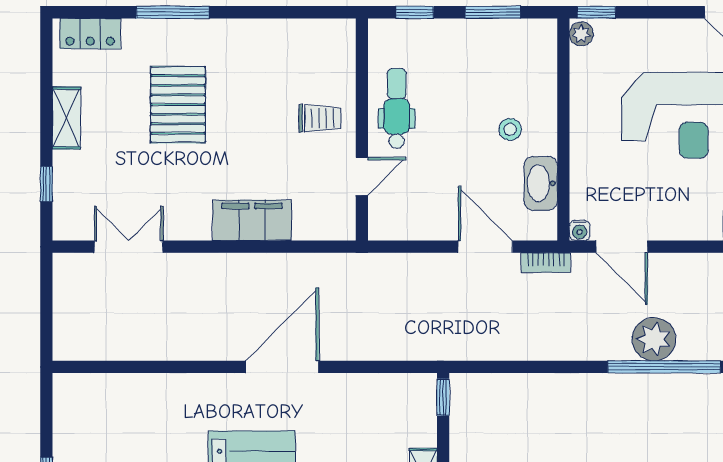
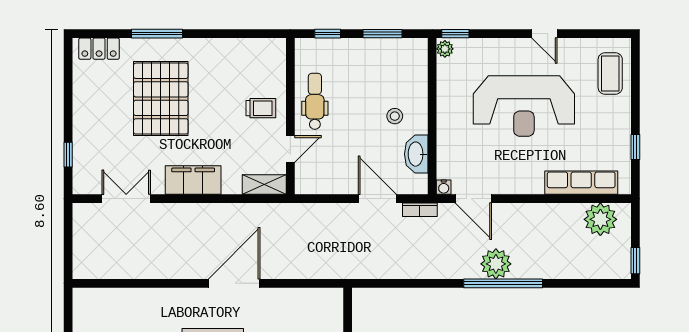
pallet: (178, 105) -> (161, 99), width x1.37, depth x1.41
shelving: (66, 118) -> (264, 185), moved, turned 90
filing cabinet: (252, 220) -> (193, 180), moved
window: (443, 397) -> (348, 305), removed

